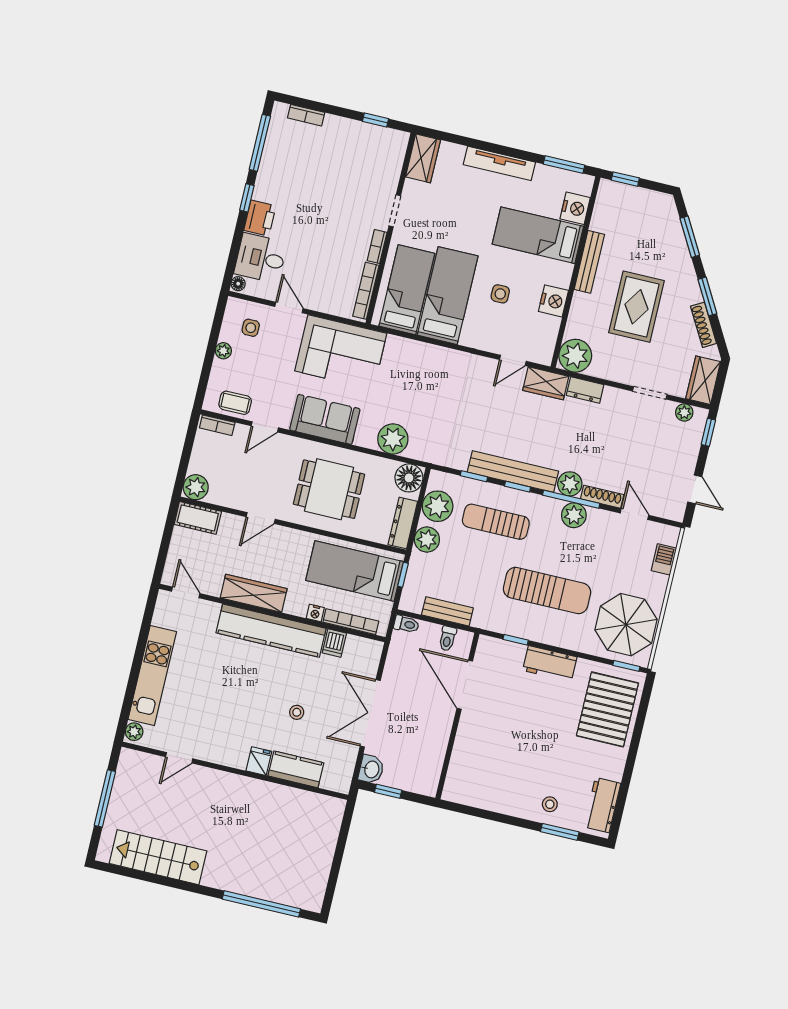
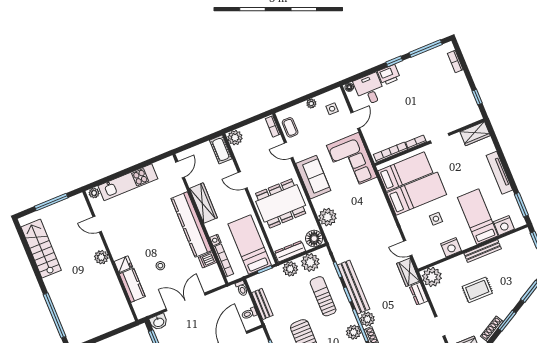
rug: (636, 307) -> (477, 290), width x0.73, depth x0.70
dining table: (329, 489) -> (281, 203), width x1.38
plant: (228, 784) -> (101, 257), added

